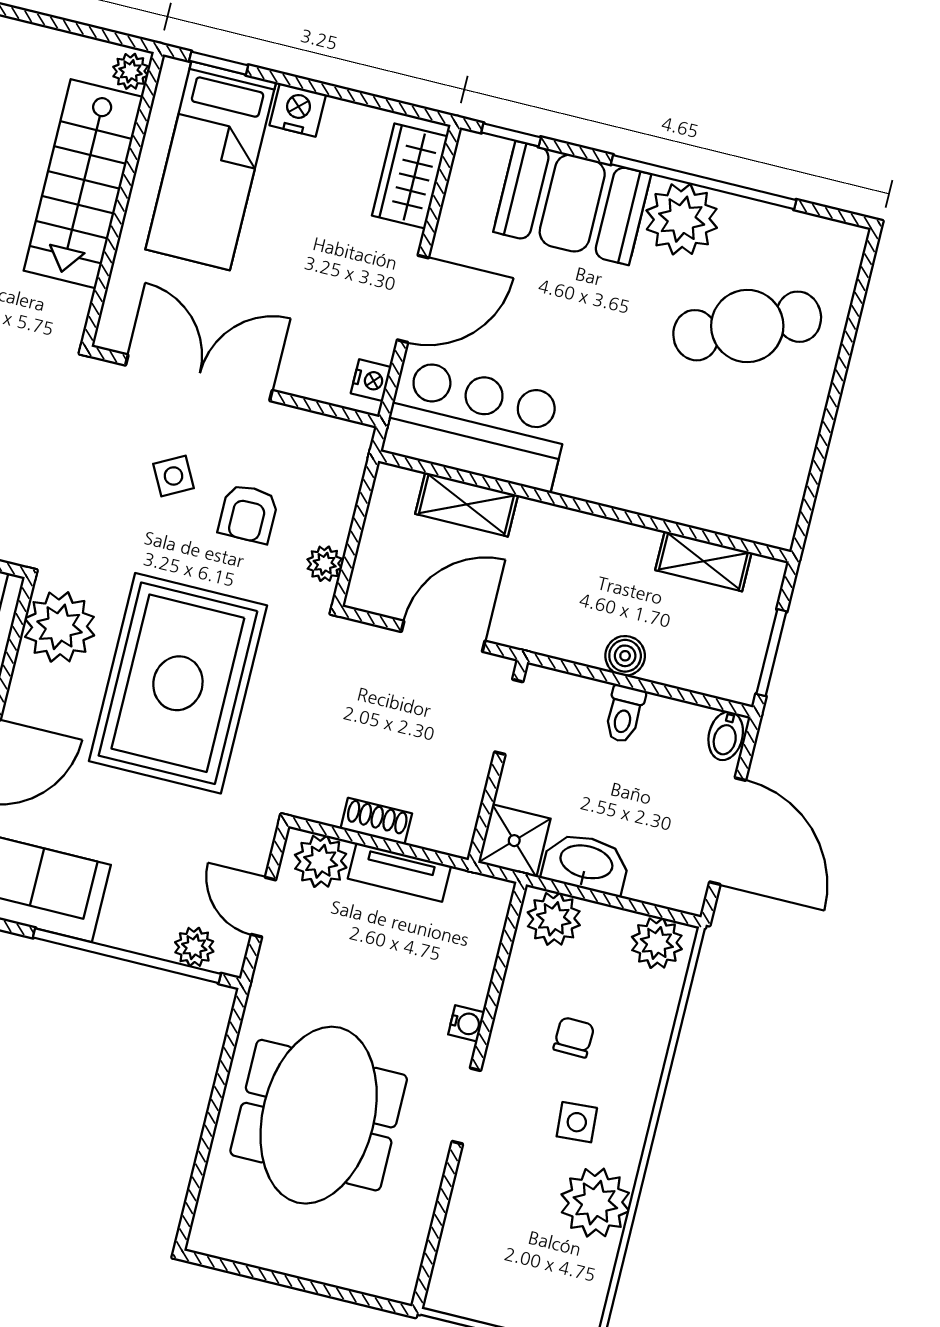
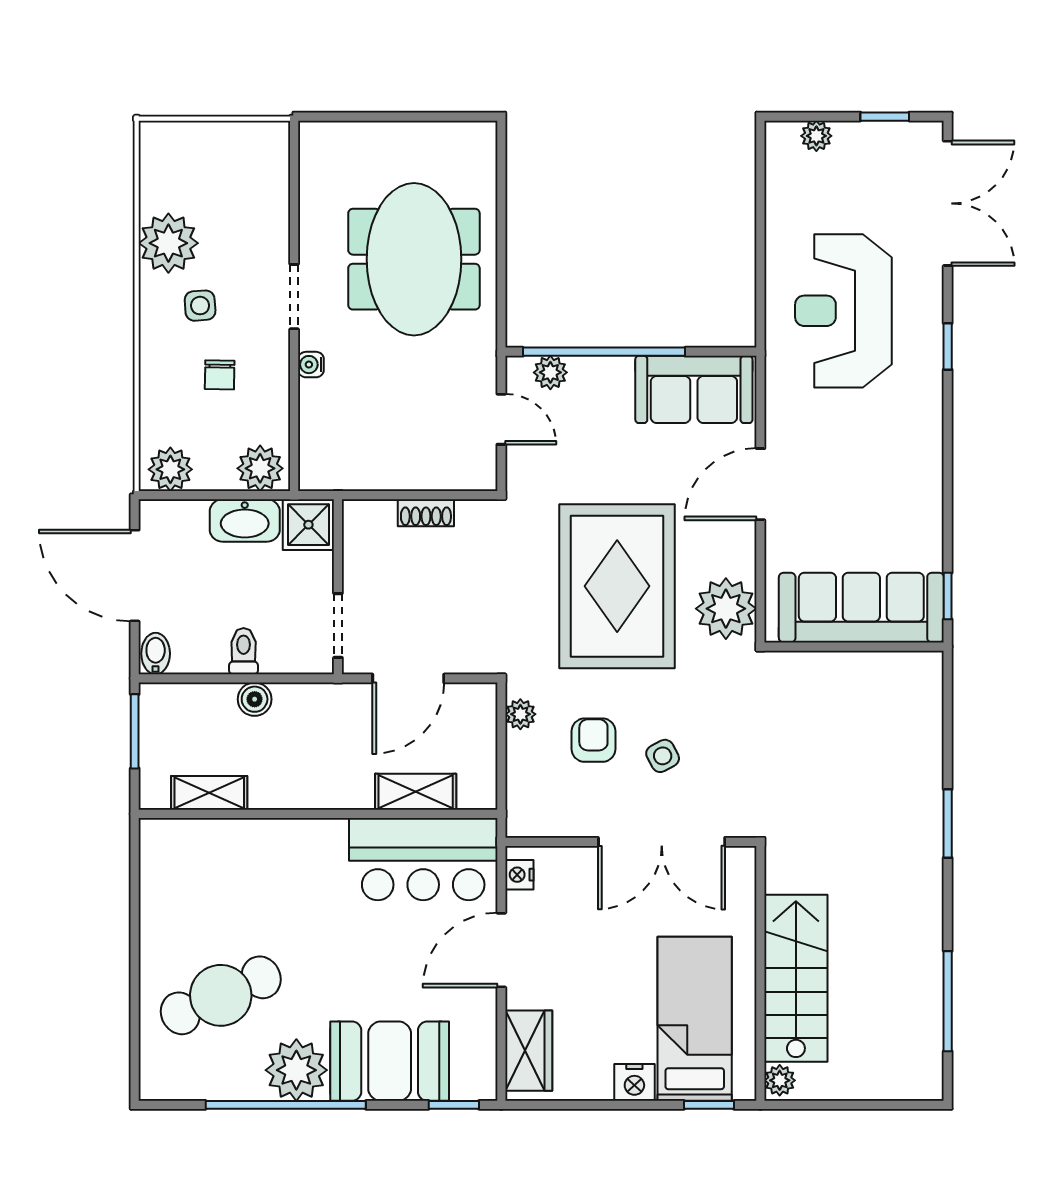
plant: (321, 861) -> (464, 469), removed
tv unit: (399, 872) -> (397, 475), removed

